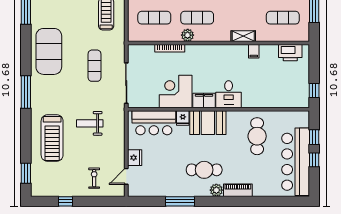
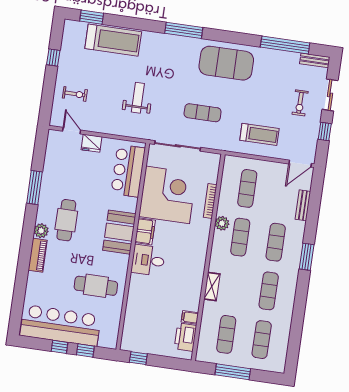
filing cabinet: (254, 51) -> (190, 317), moved
corner desk: (176, 91) -> (168, 195), width x1.36, depth x1.36
fridge: (183, 118) -> (129, 204), removed
treadmill: (52, 138) -> (113, 40), moved, turned 180

